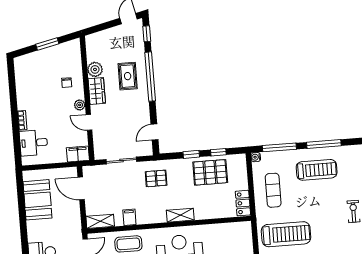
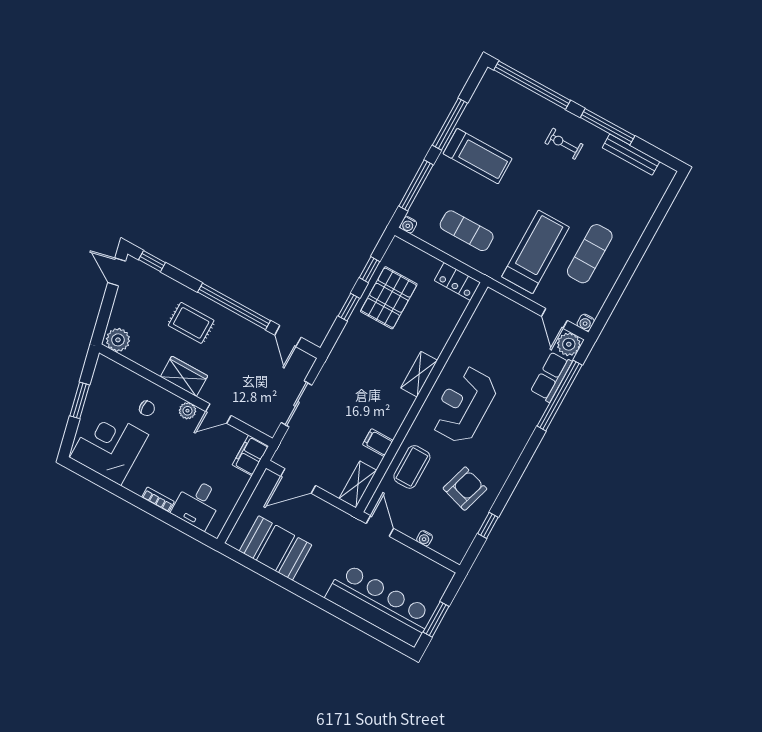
plant: (95, 69) -> (118, 340), moved
corner desk: (33, 76) -> (109, 446), added
window: (150, 77) -> (234, 306), moved
treadmill: (317, 170) -> (478, 156), turned 90
pallet: (156, 178) -> (350, 374), removed

